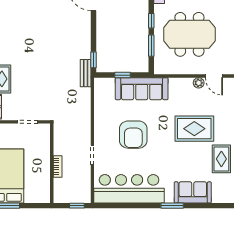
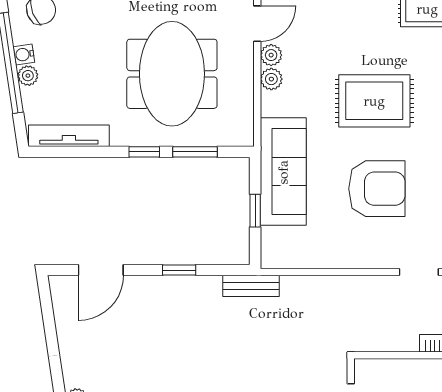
window: (93, 60) -> (179, 270), moved
plant: (187, 83) -> (271, 79), added
rug: (194, 129) -> (374, 101), moved, turned 90

